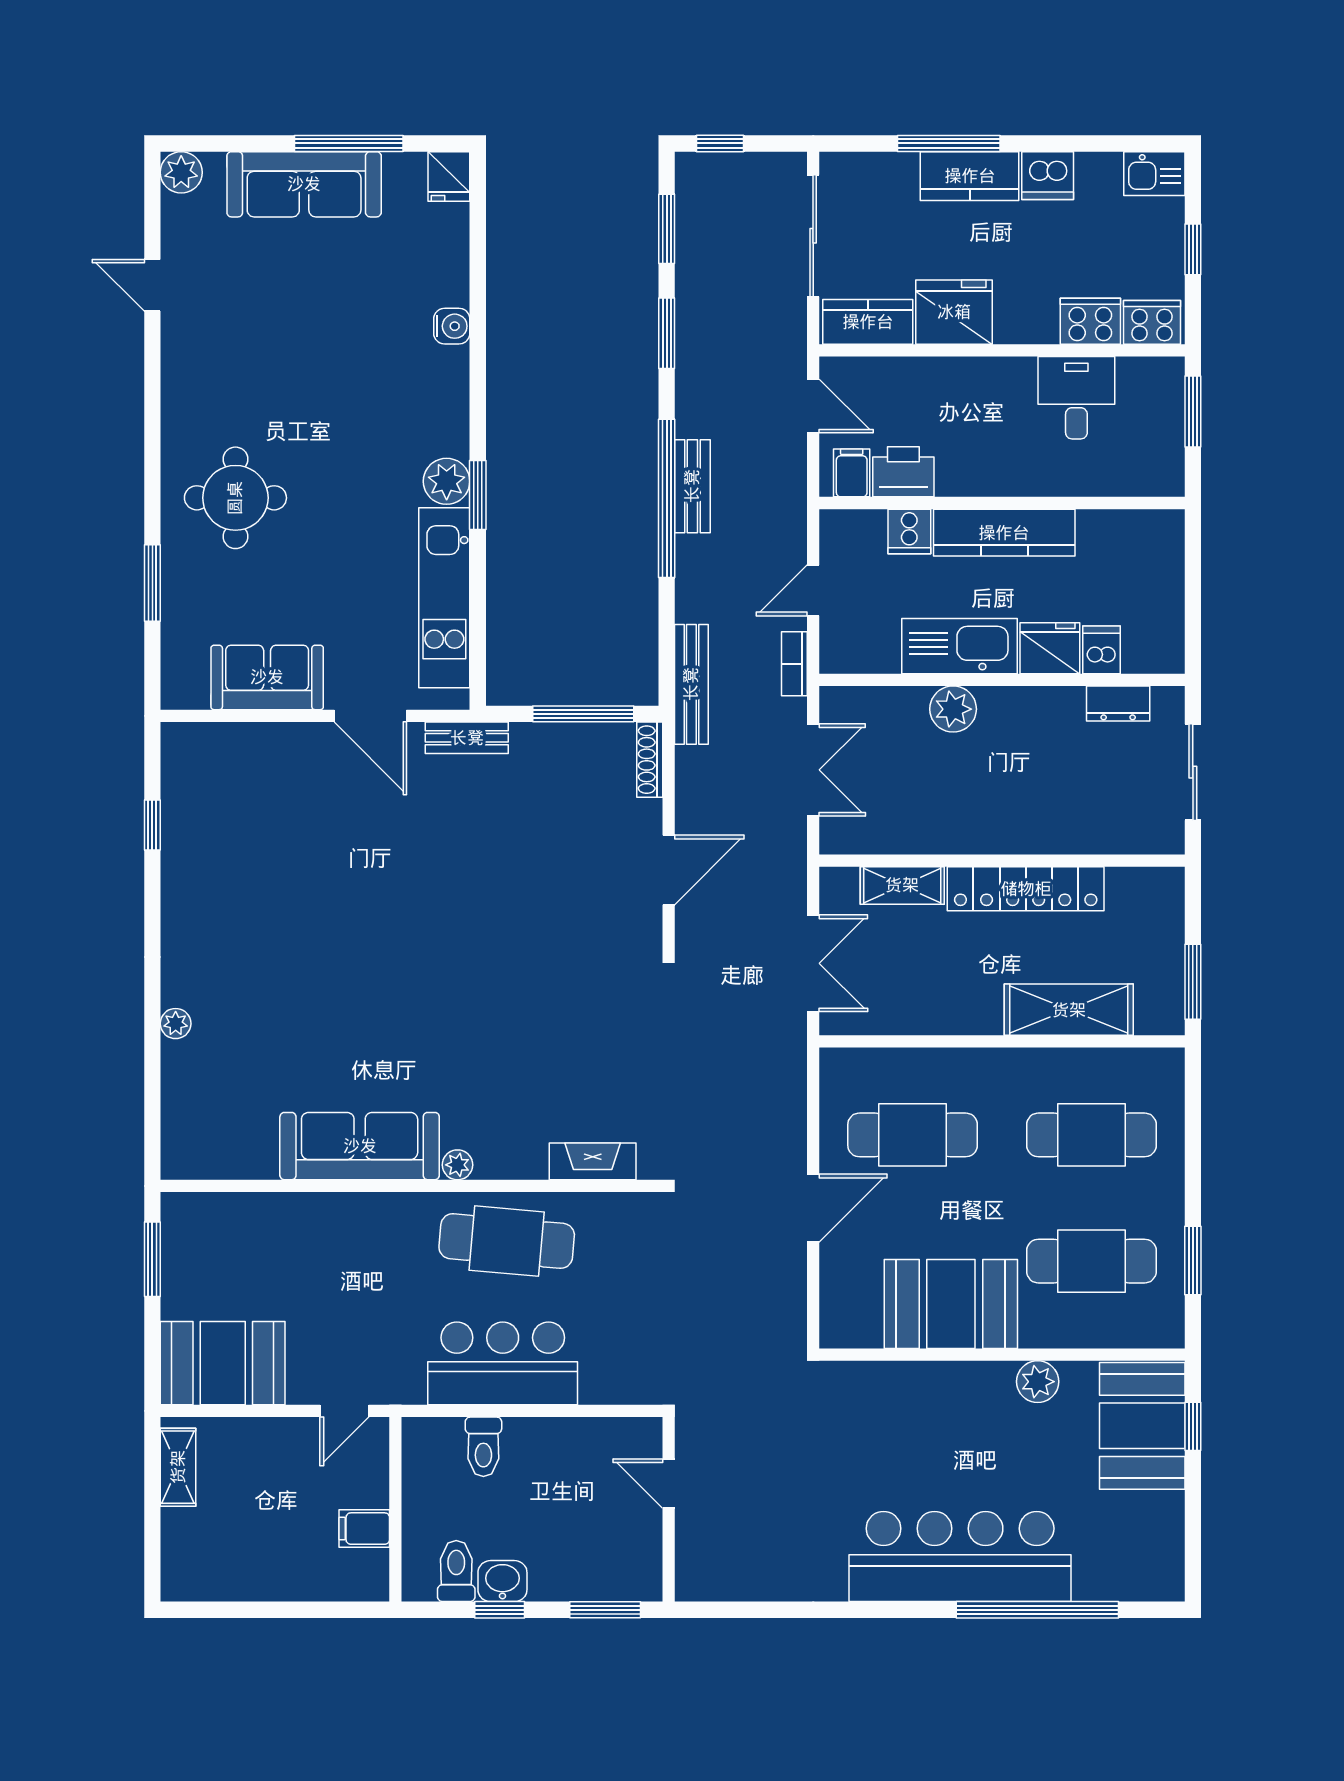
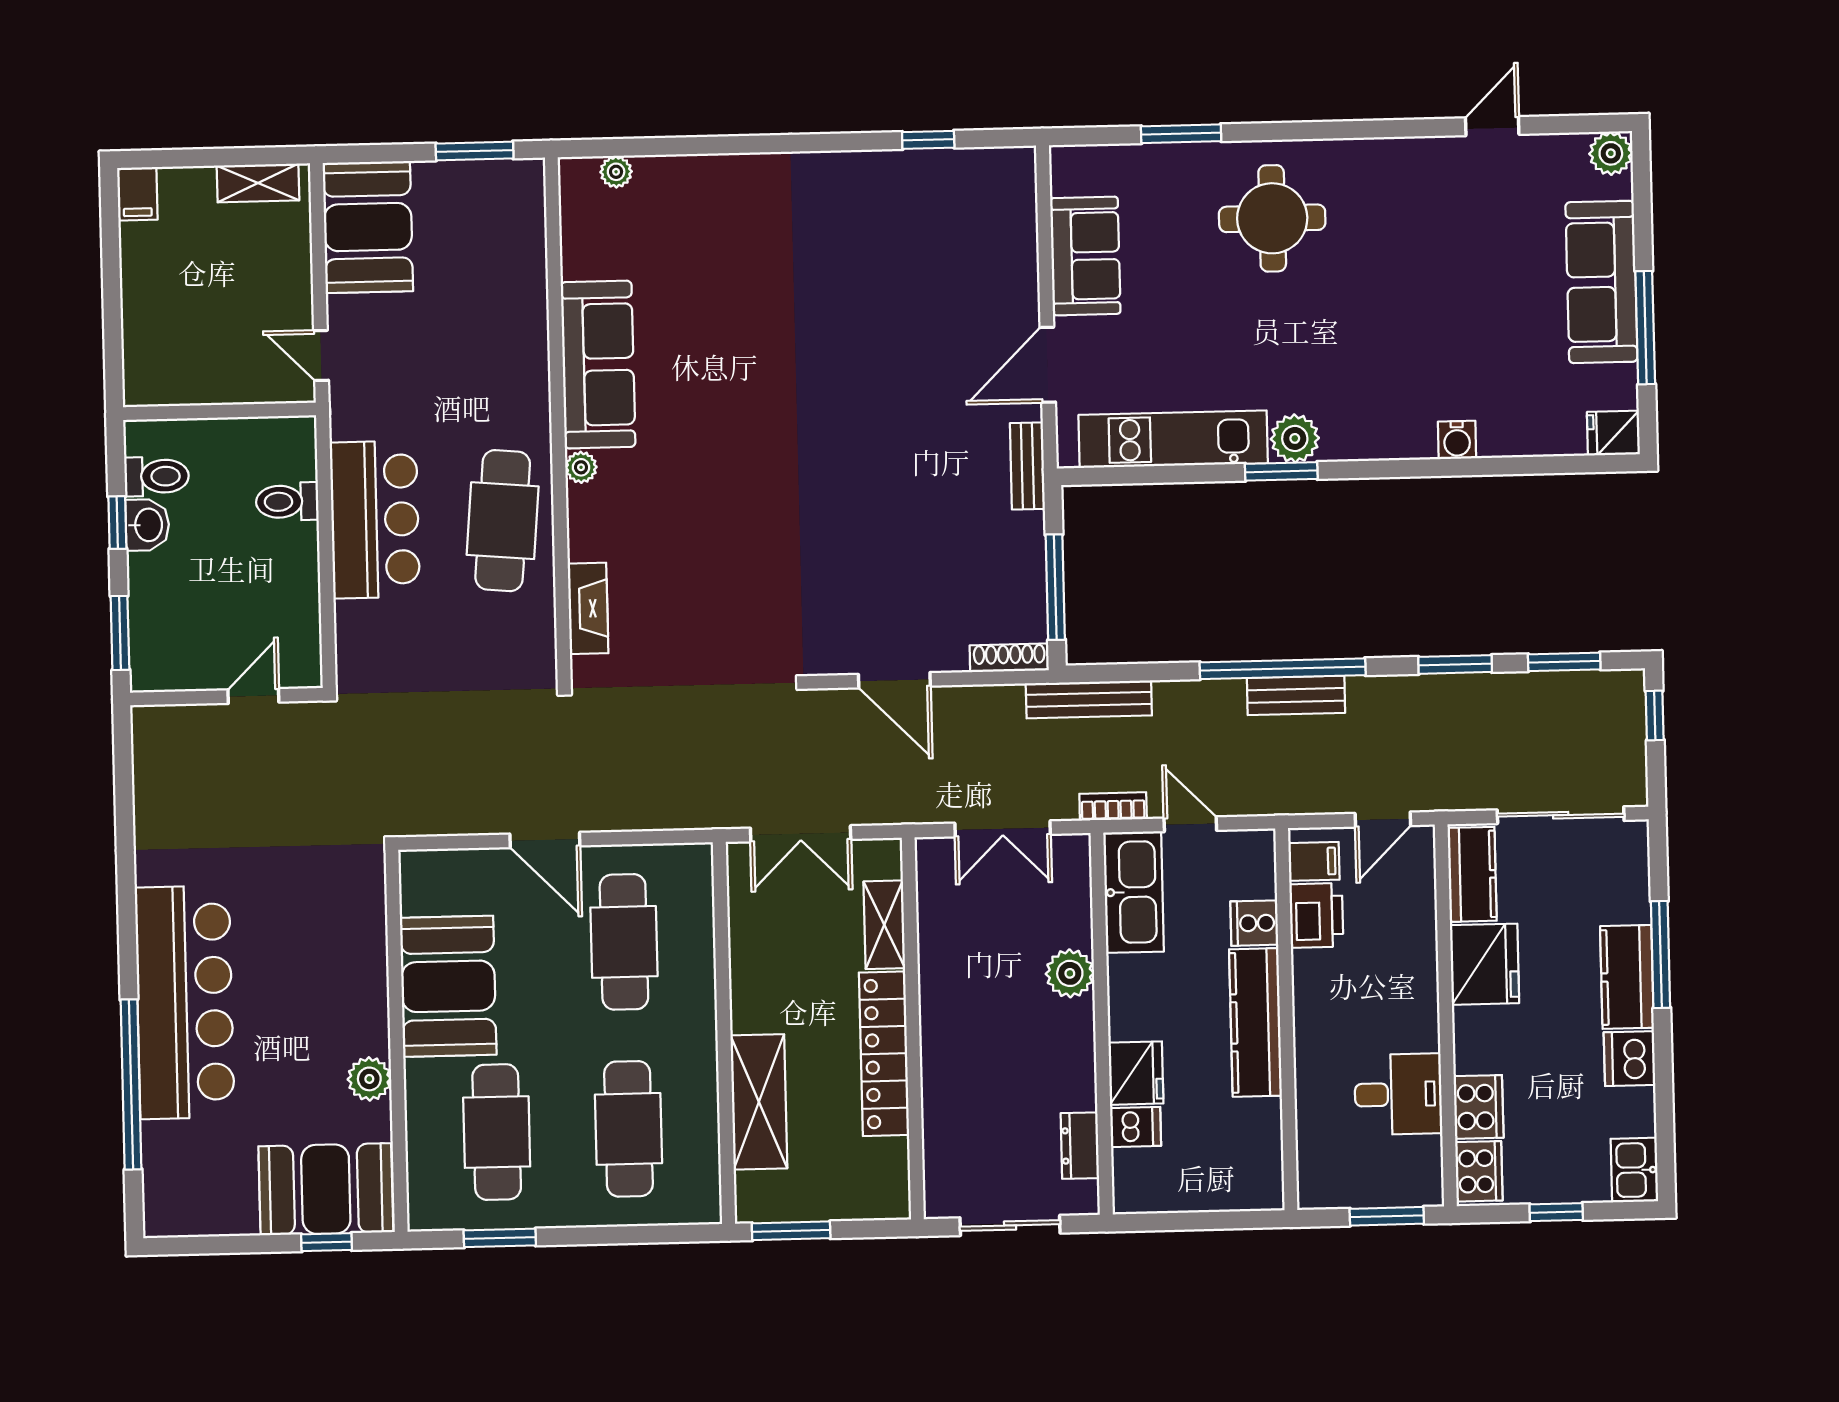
kitchen sink: (959, 646) -> (1134, 892), moved
plant: (176, 1024) -> (616, 172), moved
filing cabinet: (364, 1529) -> (137, 194), moved, turned 180

